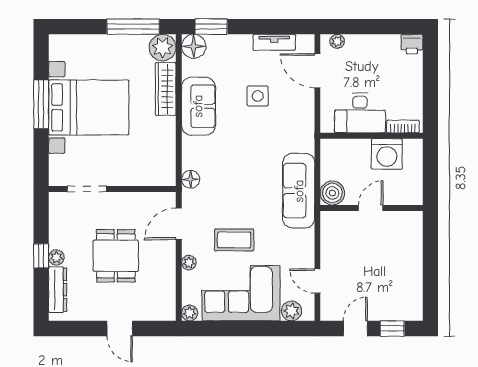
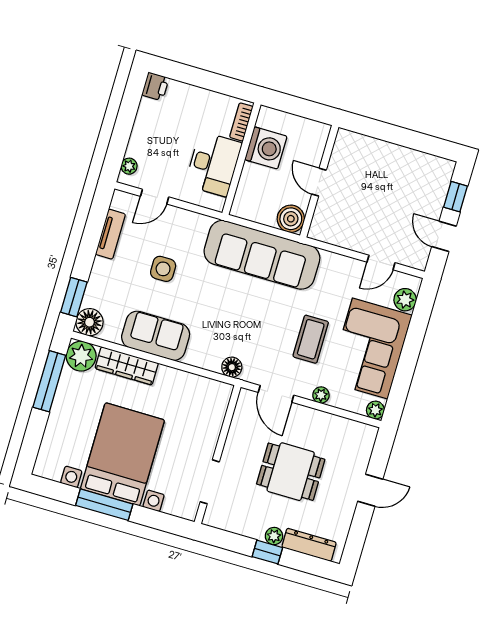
door: (317, 71) -> (155, 197), width x0.73
sofa: (299, 191) -> (262, 255), width x1.36, depth x1.27

